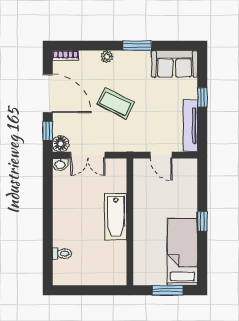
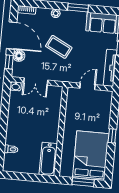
floor lamp: (61, 144) -> (19, 56), moved
door: (161, 155) -> (88, 86), swing flipped
bathtub: (116, 217) -> (48, 159), moved
bed: (182, 252) -> (91, 156), width x1.50

